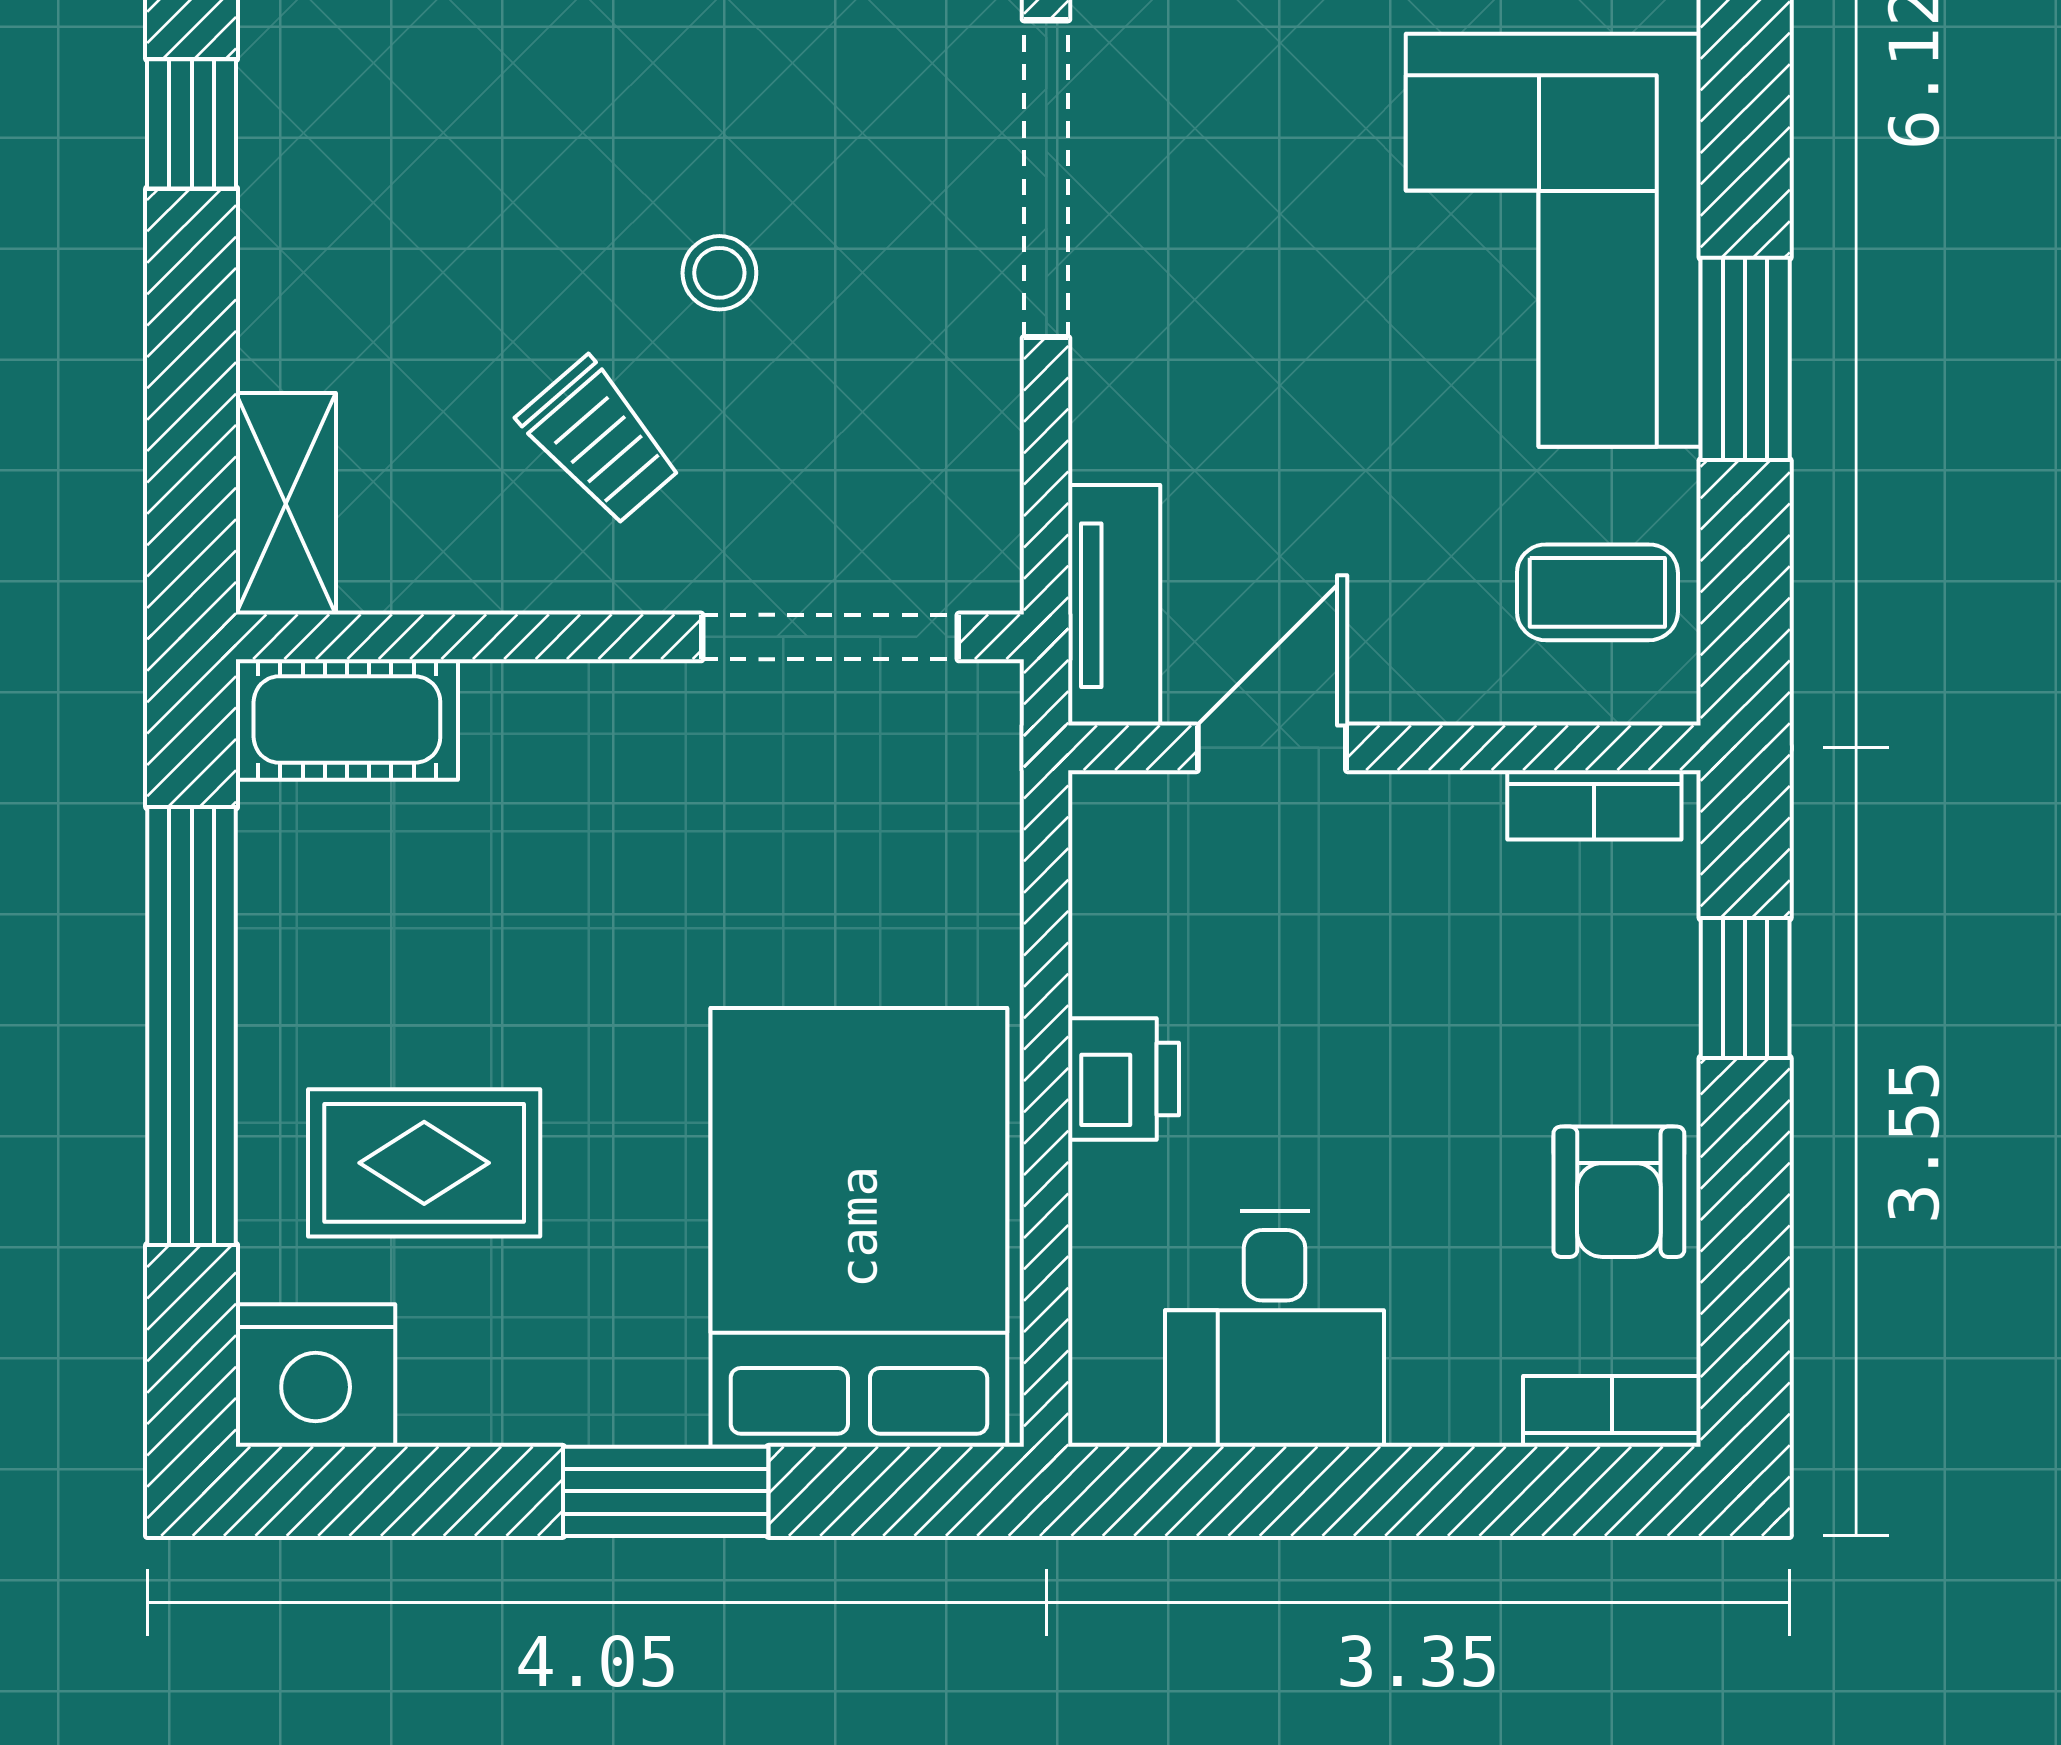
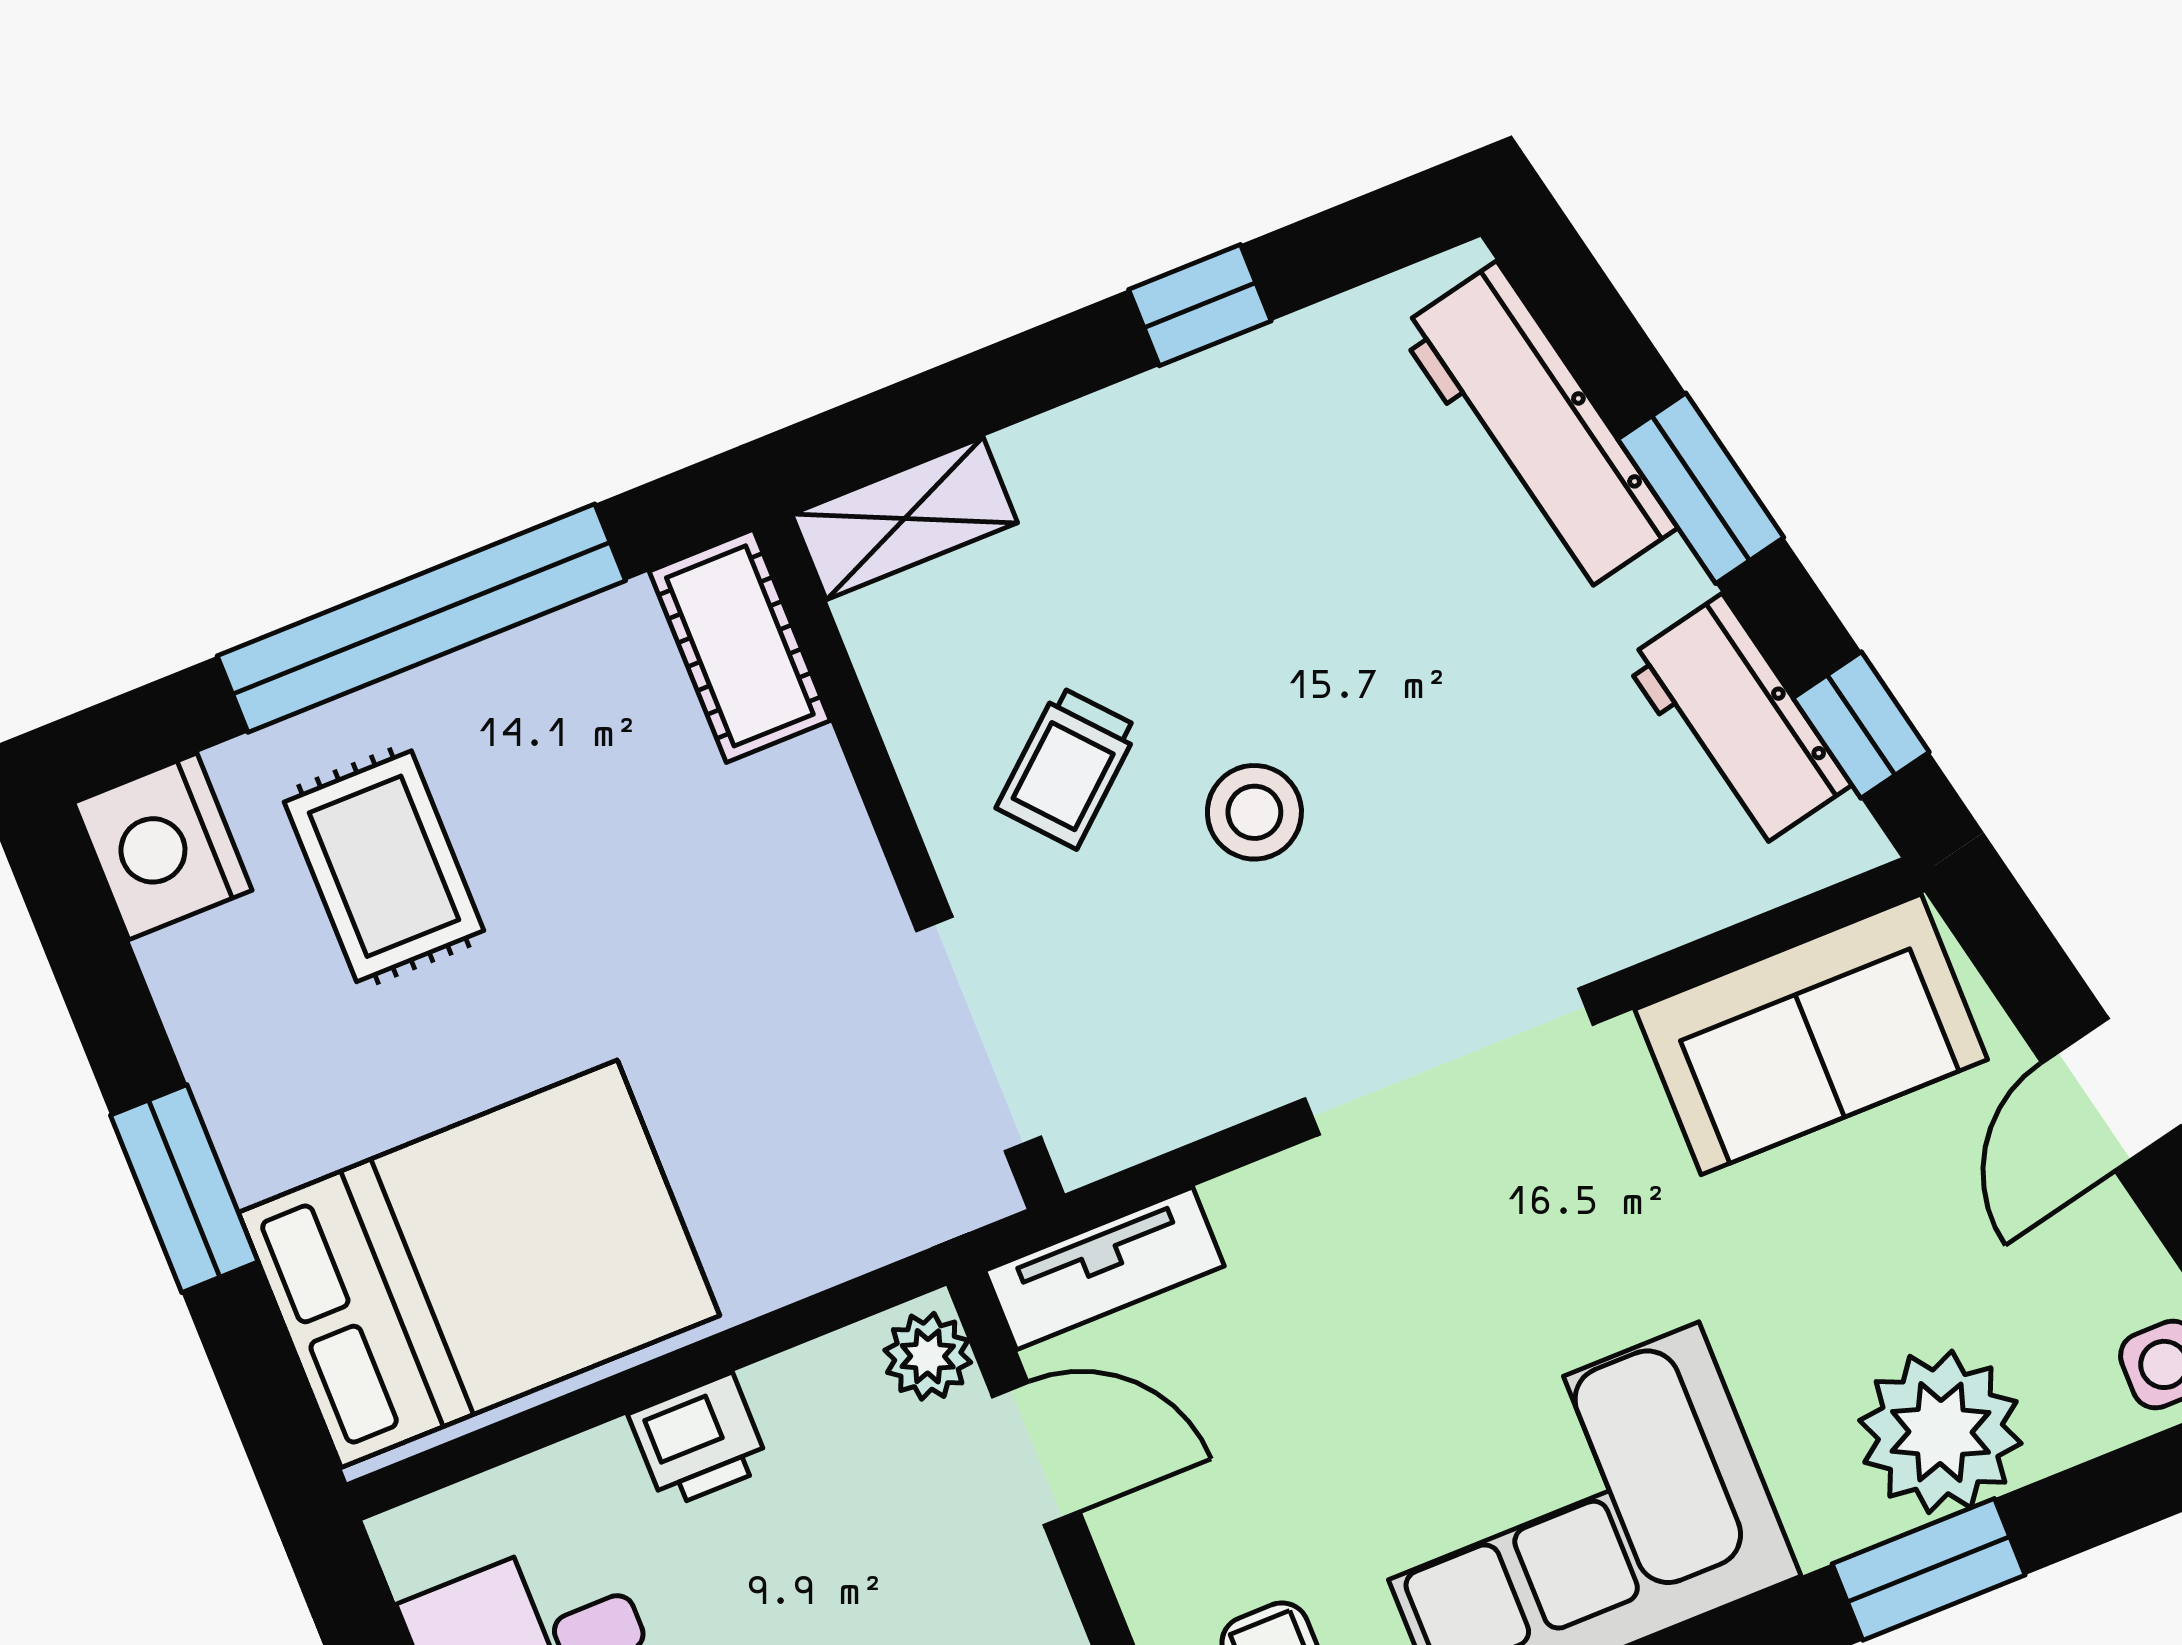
stool: (719, 273) -> (1254, 812), width x1.37, depth x1.37
plant: (1131, 817) -> (928, 1356), added

